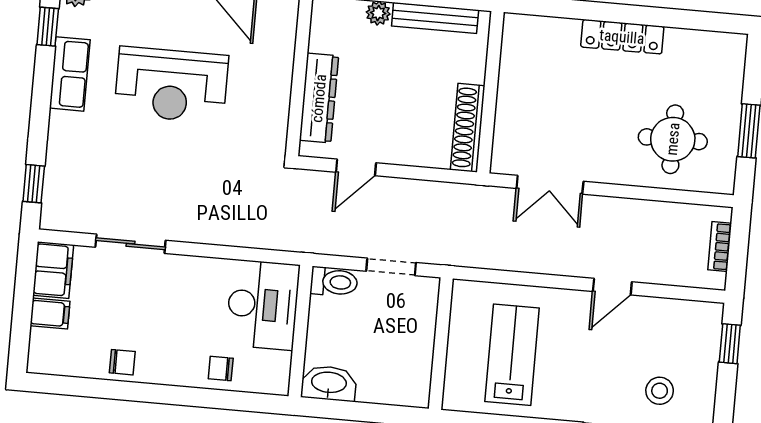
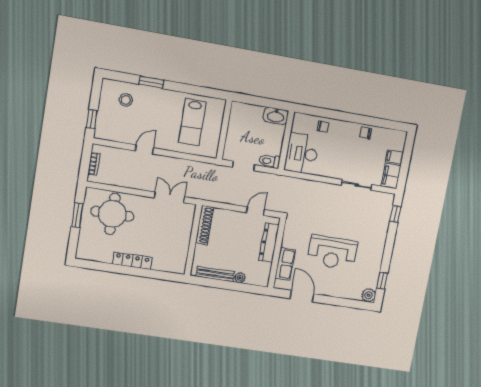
row of seats: (70, 74) -> (285, 264), moved, turned 180
reception desk: (171, 85) -> (332, 253), turned 180
round table: (673, 139) -> (112, 214), width x1.36, depth x1.36

